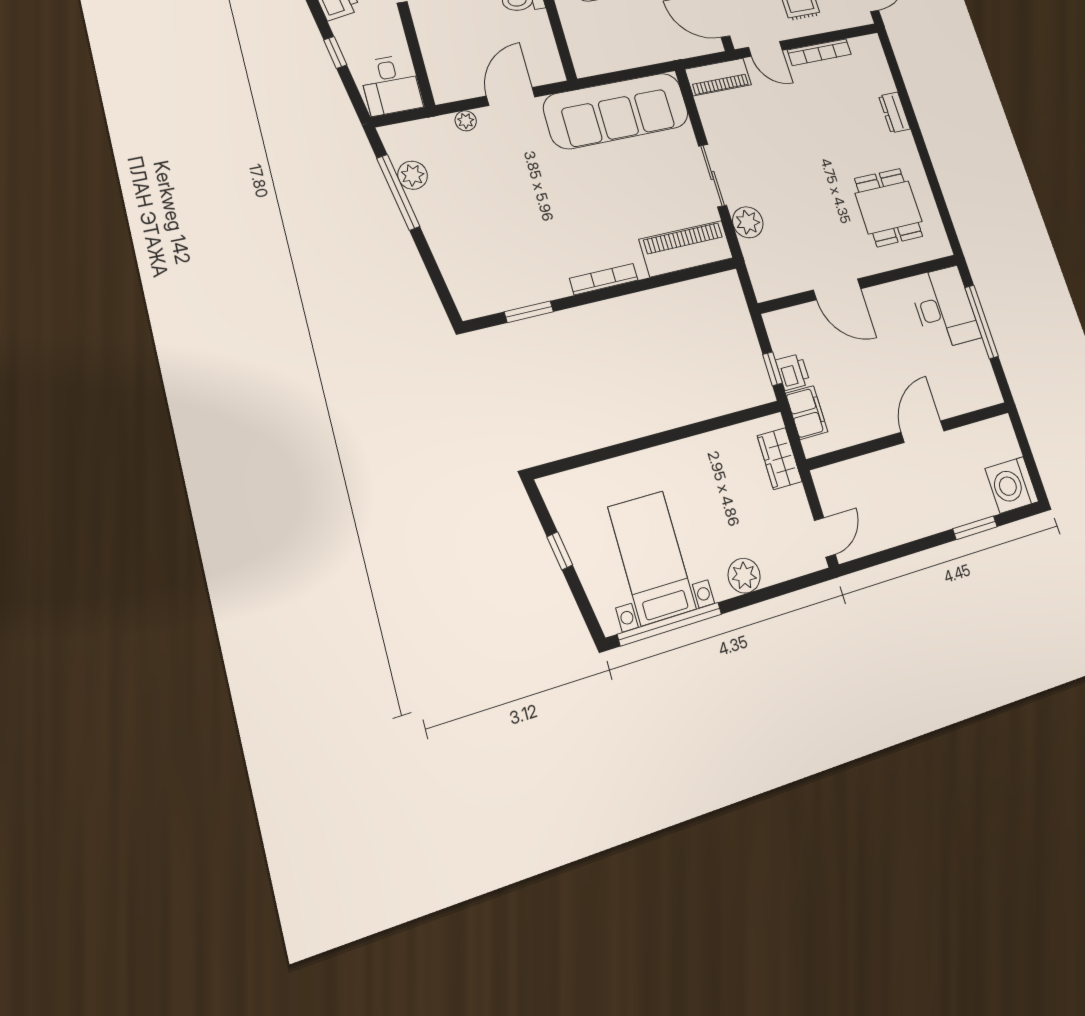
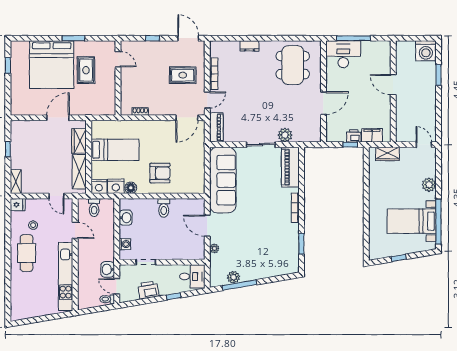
dining table: (889, 207) -> (293, 65), width x1.37

